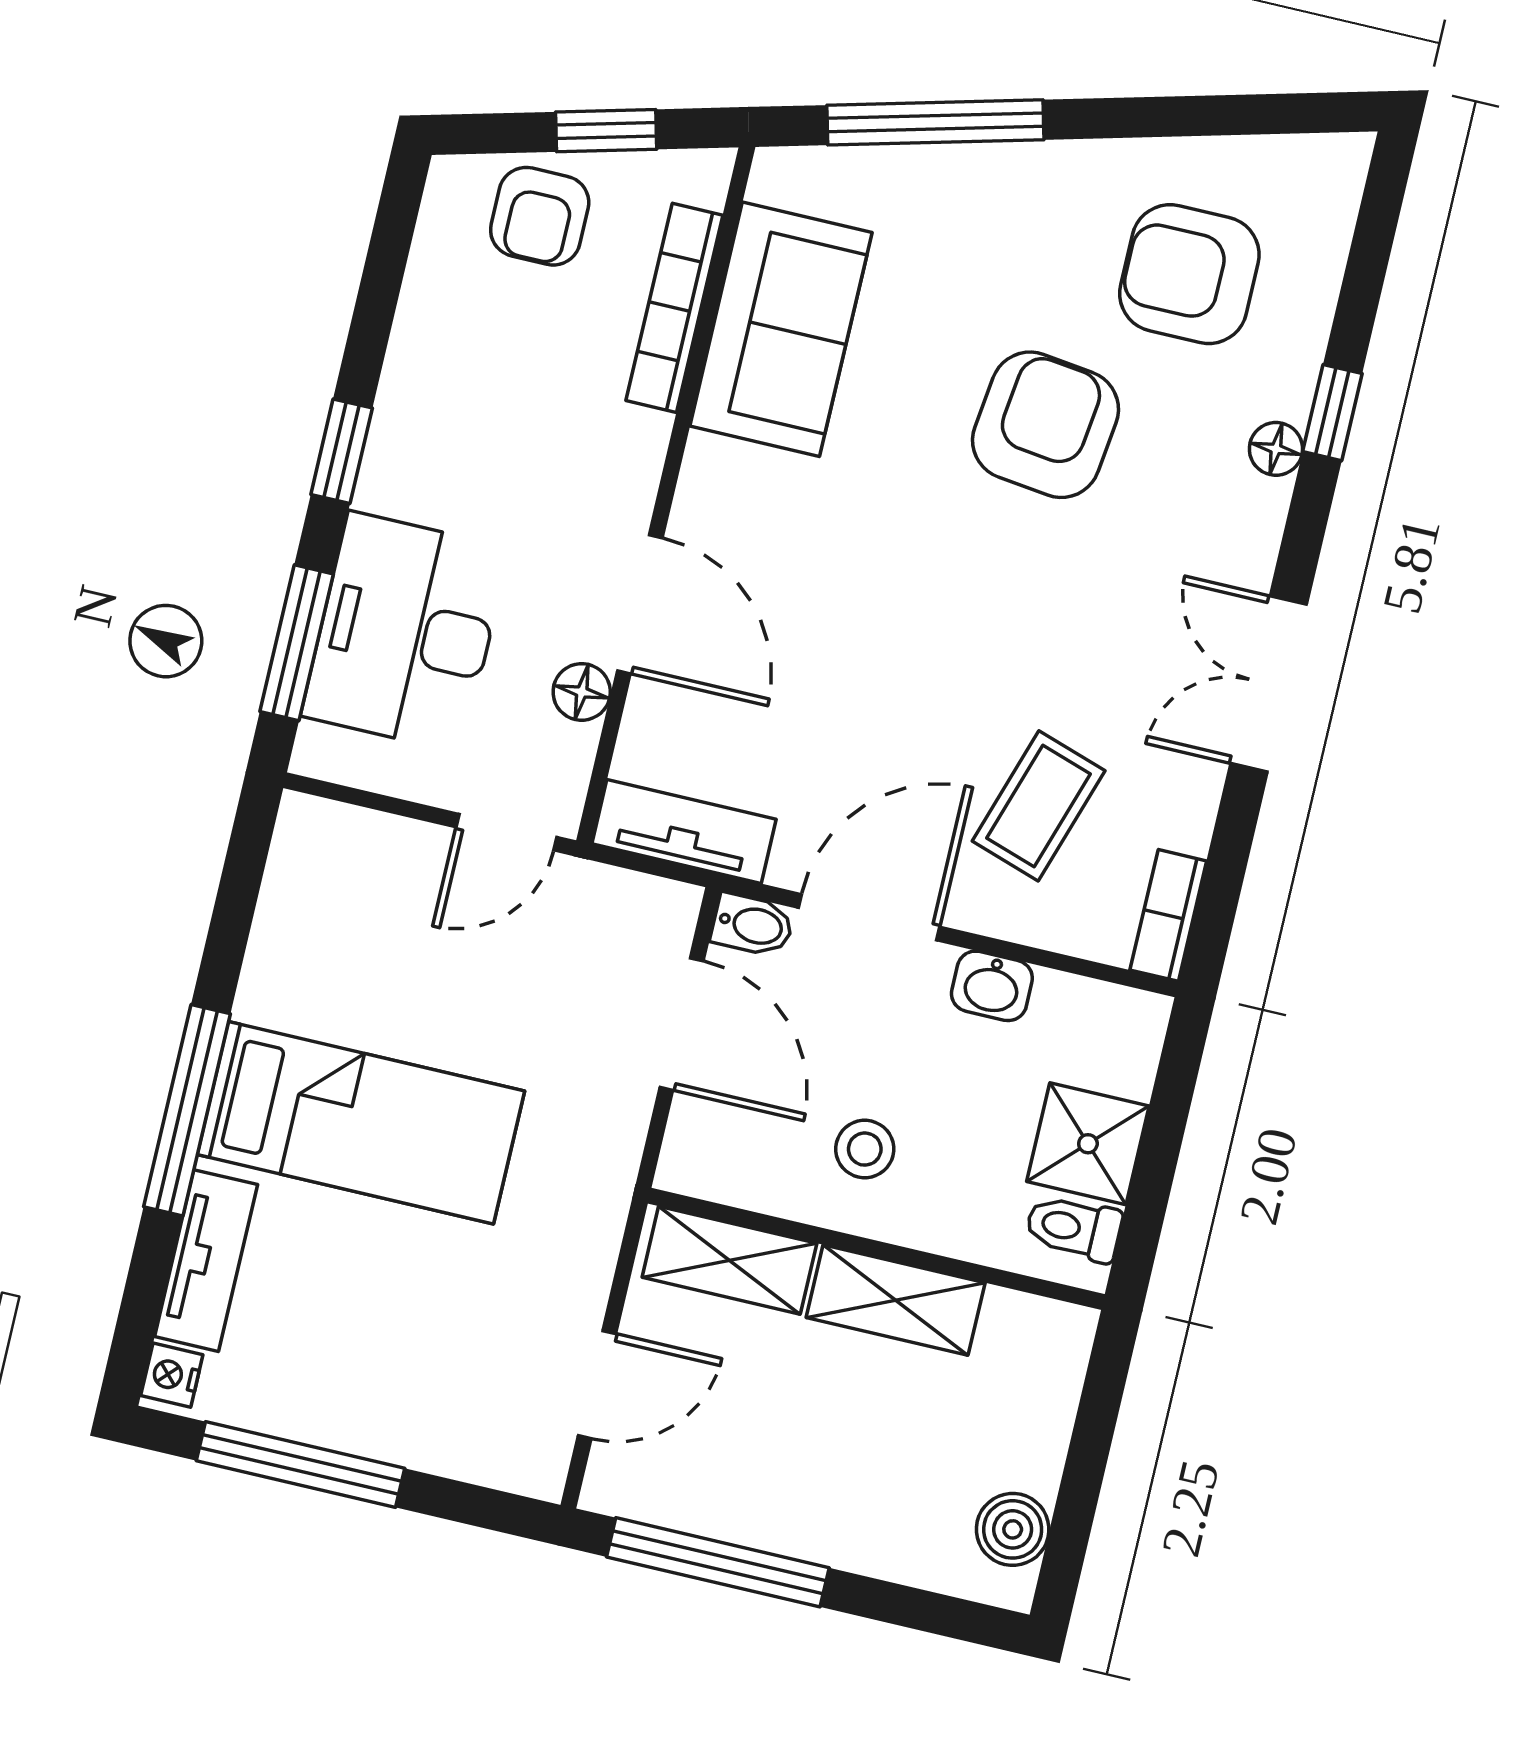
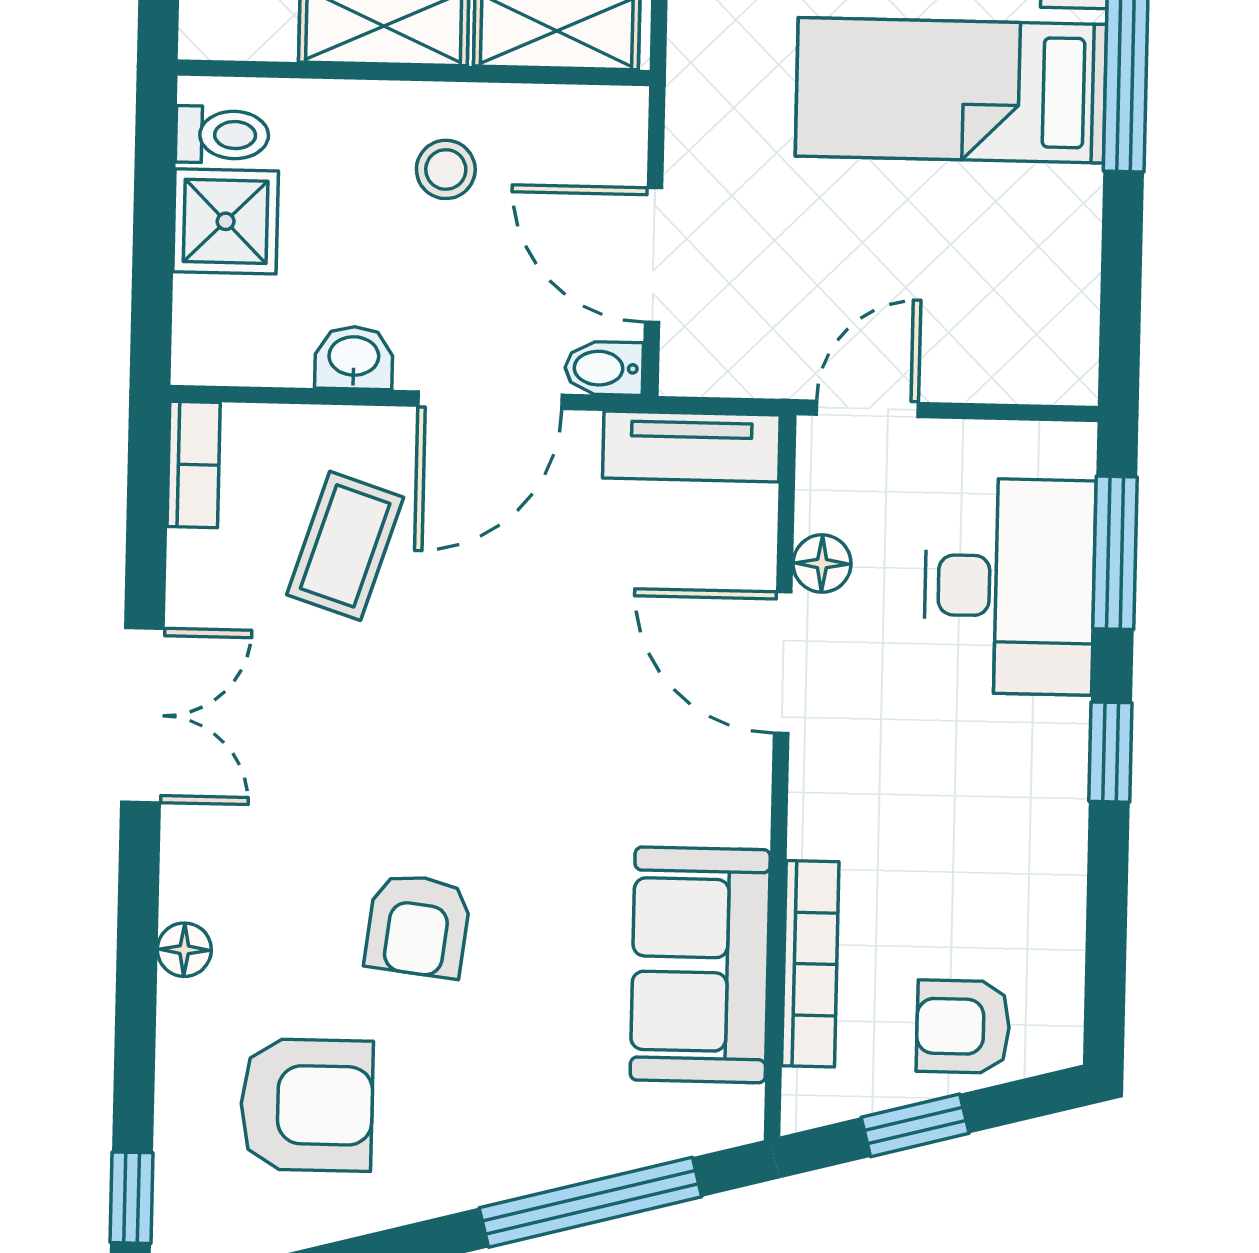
armchair: (540, 216) -> (963, 1027), turned -90
window: (1332, 413) -> (131, 1198), moved
armchair: (1046, 425) -> (418, 925), width x0.72, depth x0.72

